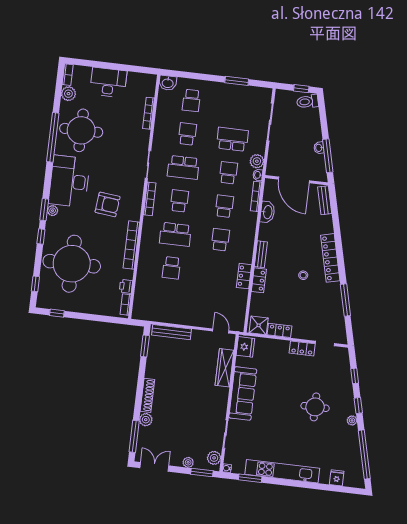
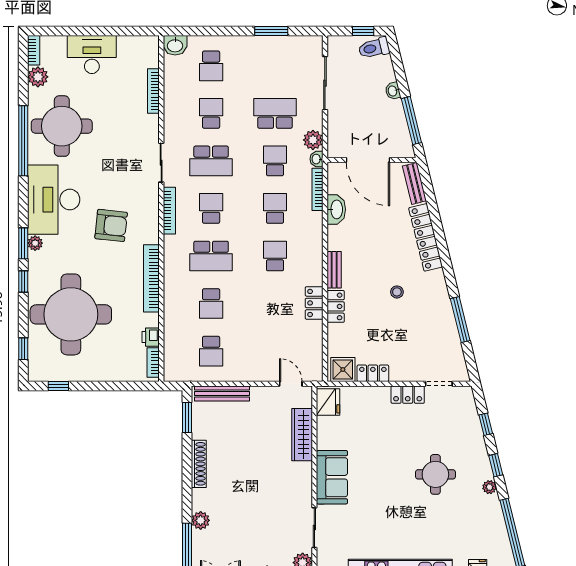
washbasin: (319, 148) -> (393, 91), moved
locker: (330, 258) -> (426, 237), moved
school desk: (167, 301) -> (211, 351), added
sofa: (243, 393) -> (332, 477), width x0.73
shoe rack: (147, 395) -> (199, 464), moved

